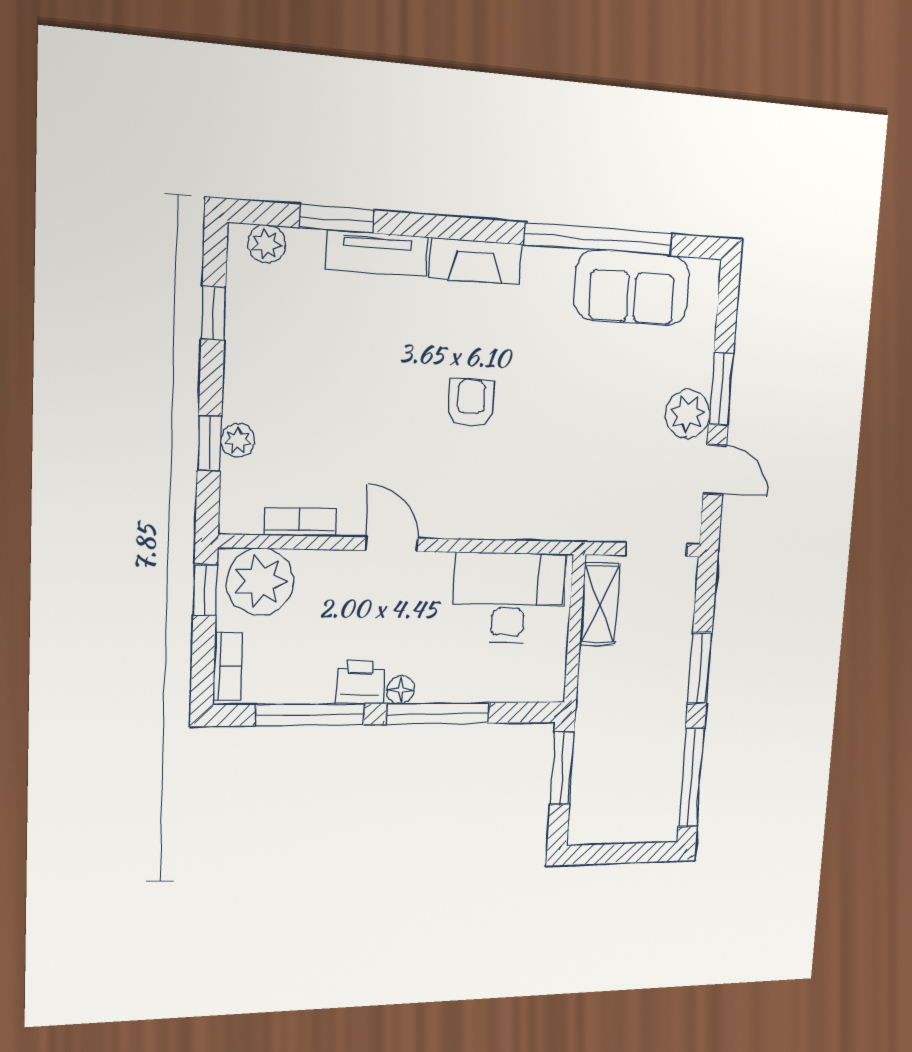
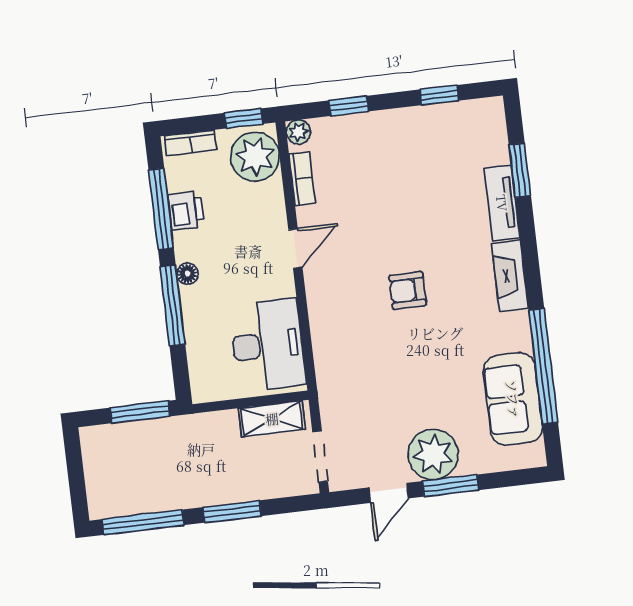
plant: (267, 244) -> (493, 124), removed
armchair: (471, 403) -> (408, 290), turned 180
plant: (688, 414) -> (433, 454), width x1.36, depth x1.36
plant: (238, 440) -> (298, 132), moved
printer: (360, 682) -> (186, 210), moved

